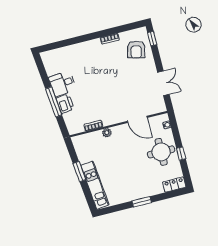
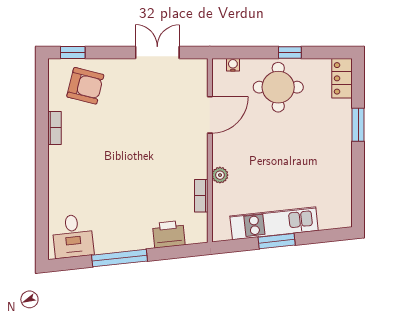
desk: (63, 83) -> (73, 236), moved
window: (54, 102) -> (120, 258), moved
printer: (65, 104) -> (169, 234), moved
kitchen unit: (95, 185) -> (274, 223), moved
window: (142, 202) -> (358, 125), moved

